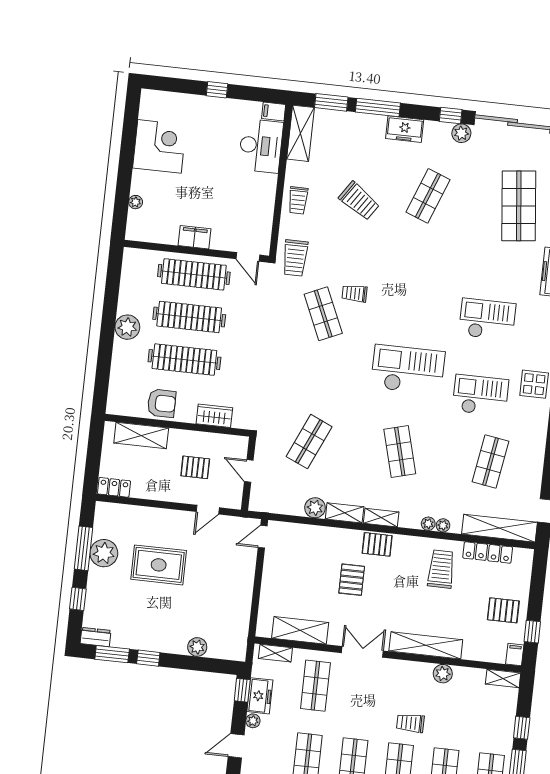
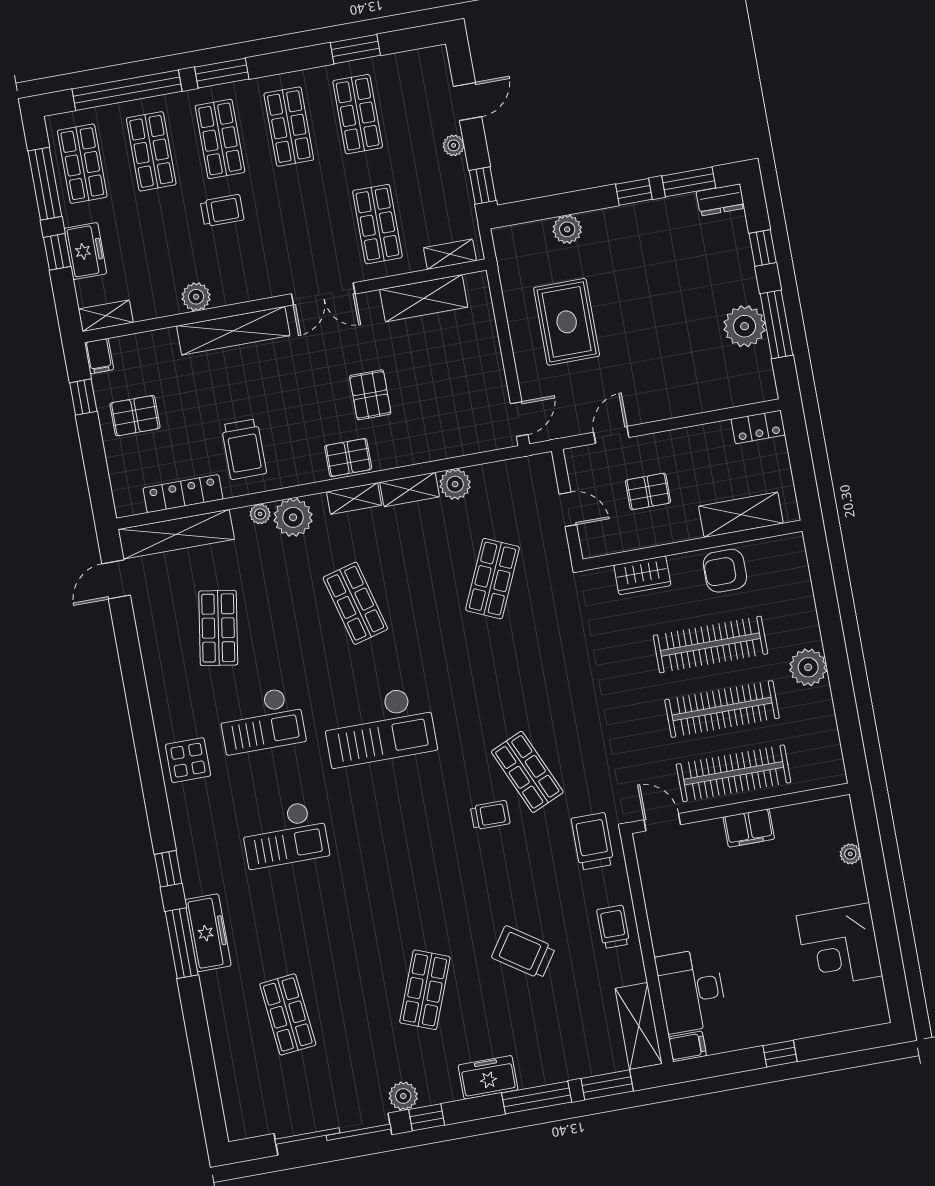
shop shelf: (519, 206) -> (288, 1014), width x0.70, depth x0.74
plant: (428, 524) -> (293, 517), width x1.88, depth x1.88
rug: (159, 565) -> (567, 322), moved, turned 90
freezer: (260, 696) -> (85, 251), moved, turned 180

